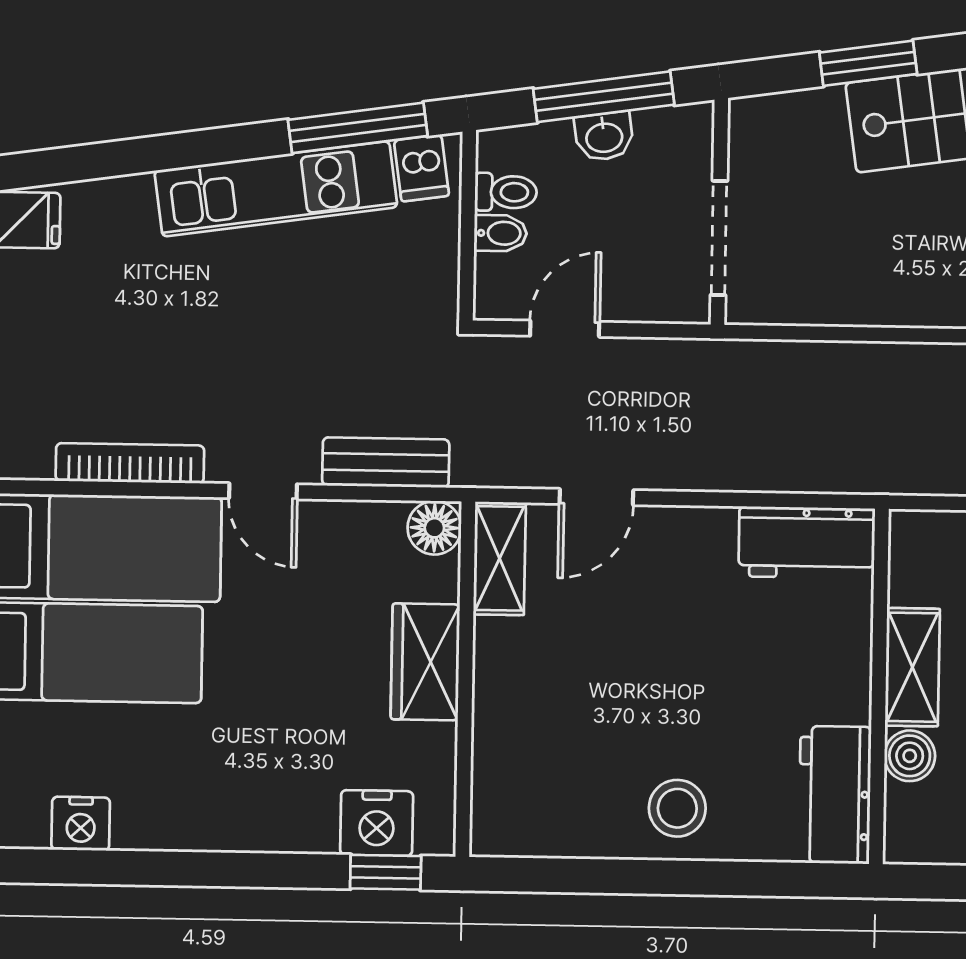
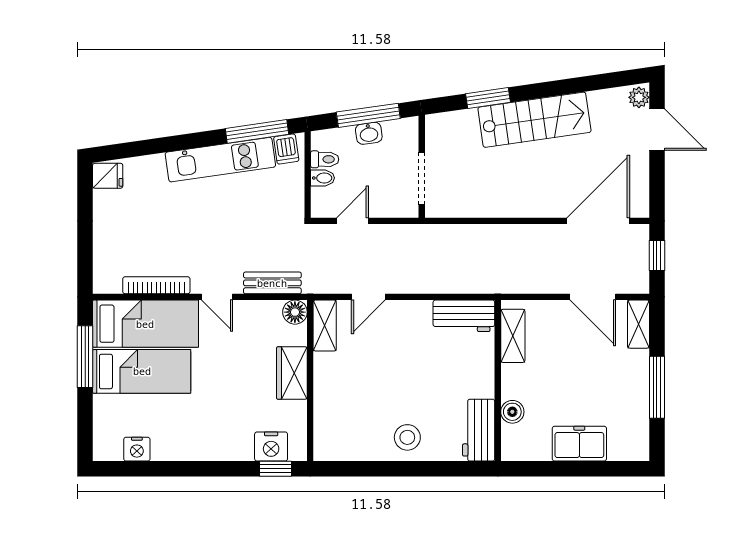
shelving: (912, 667) -> (513, 336), moved

